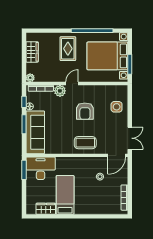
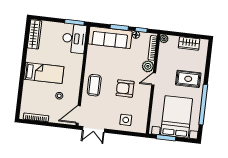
door: (72, 83) -> (154, 79), swing flipped
door: (117, 155) -> (78, 114), hinge flipped
bed: (65, 195) -> (44, 73), moved
wardrobe: (46, 209) -> (34, 34), width x1.50

